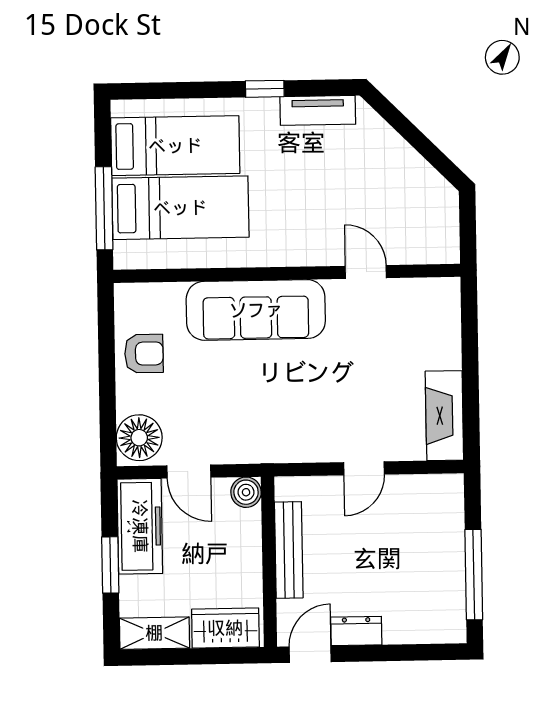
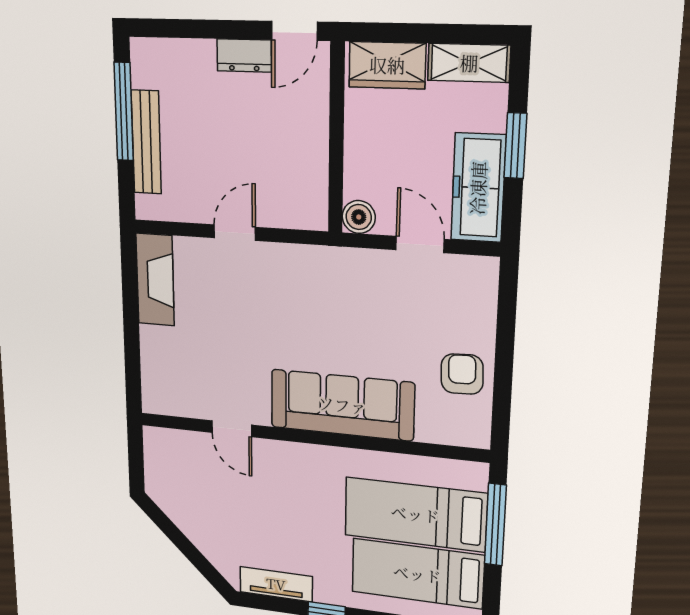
armchair: (144, 354) -> (462, 374), turned 88
floor lamp: (139, 438) -> (473, 286), removed
bench: (289, 550) -> (146, 142), moved

